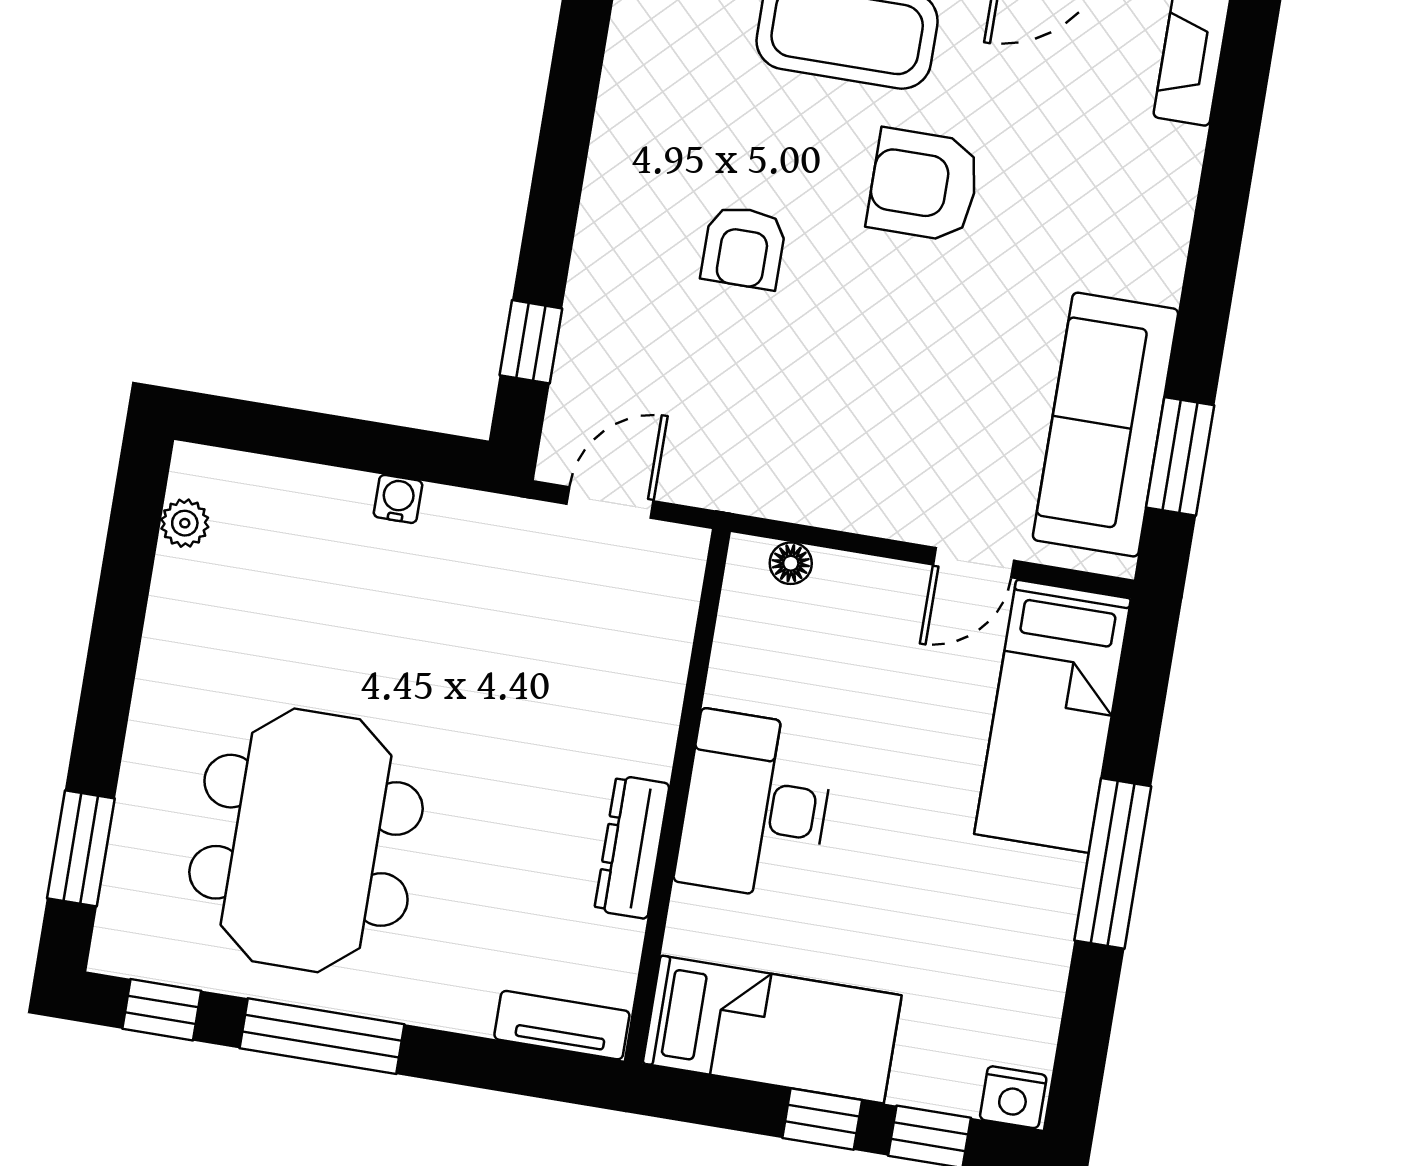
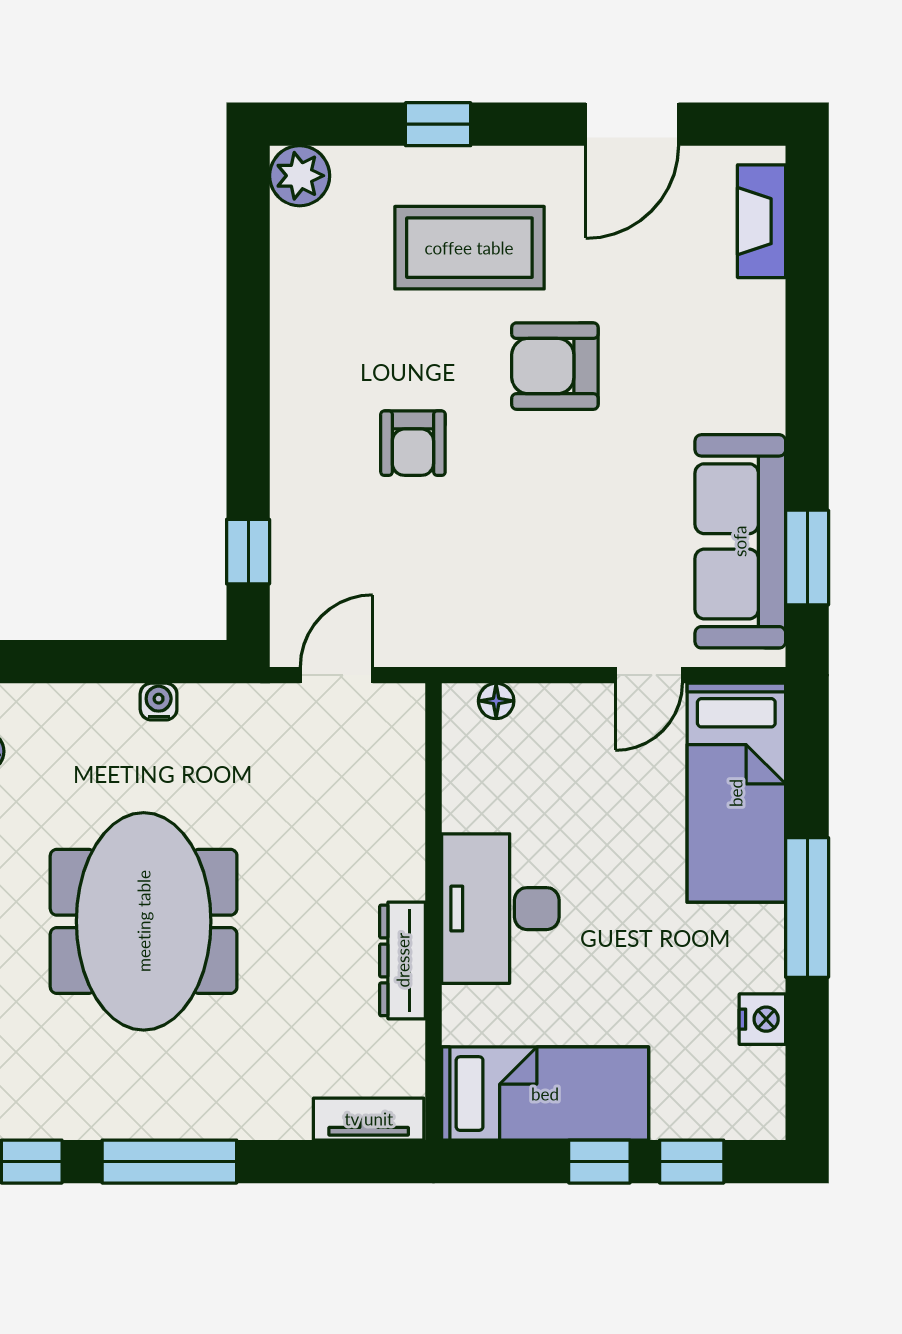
meeting table: (306, 840) -> (144, 921), moved
nightstand: (1013, 1097) -> (762, 1019), moved, turned -90

